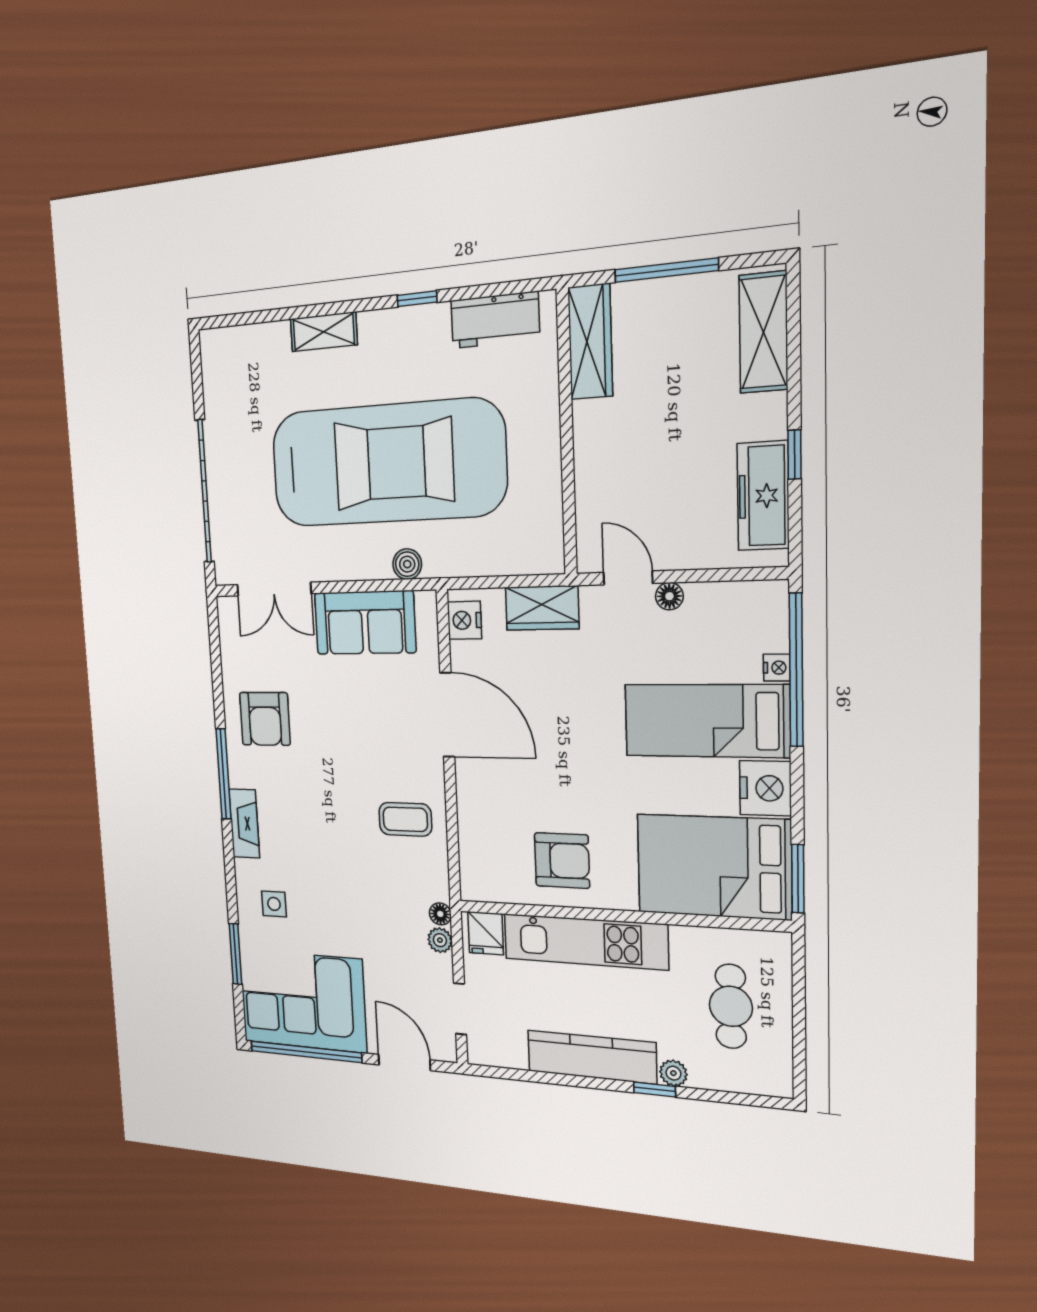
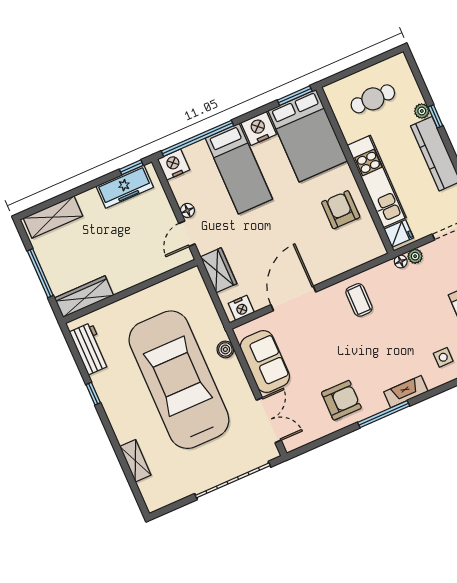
shelving: (324, 332) -> (135, 461), moved
window: (794, 454) -> (131, 167), moved
nightstand: (777, 668) -> (174, 164), moved, width x1.89, depth x1.79

